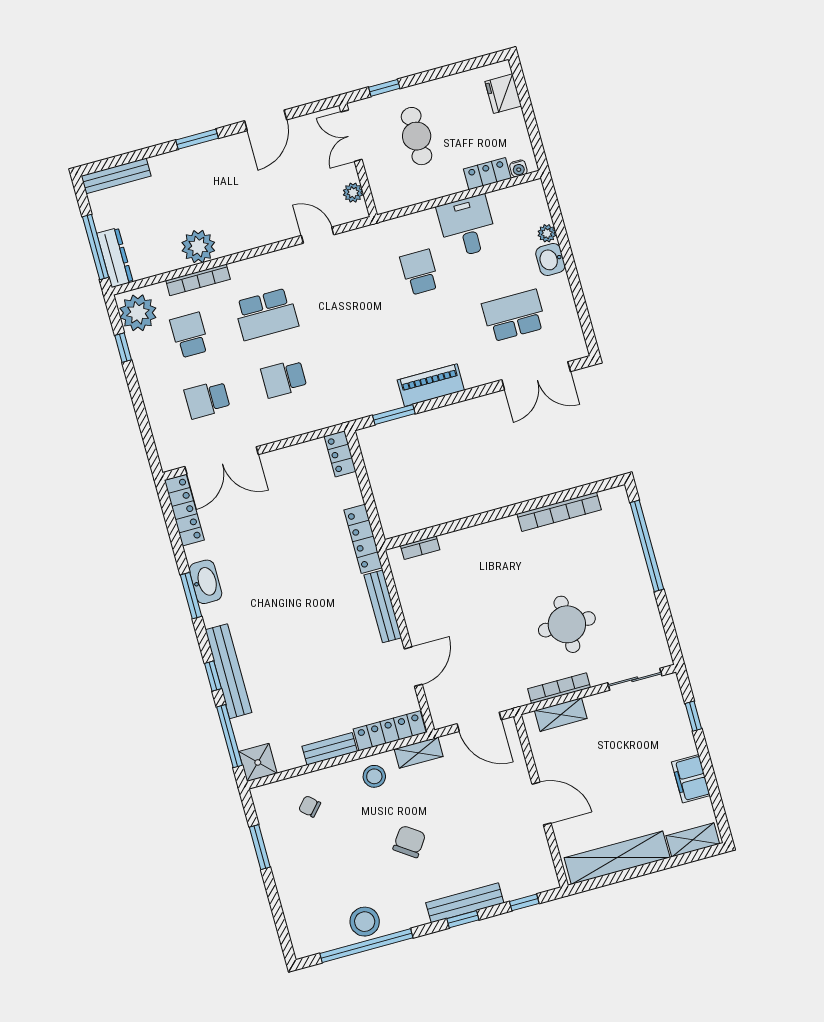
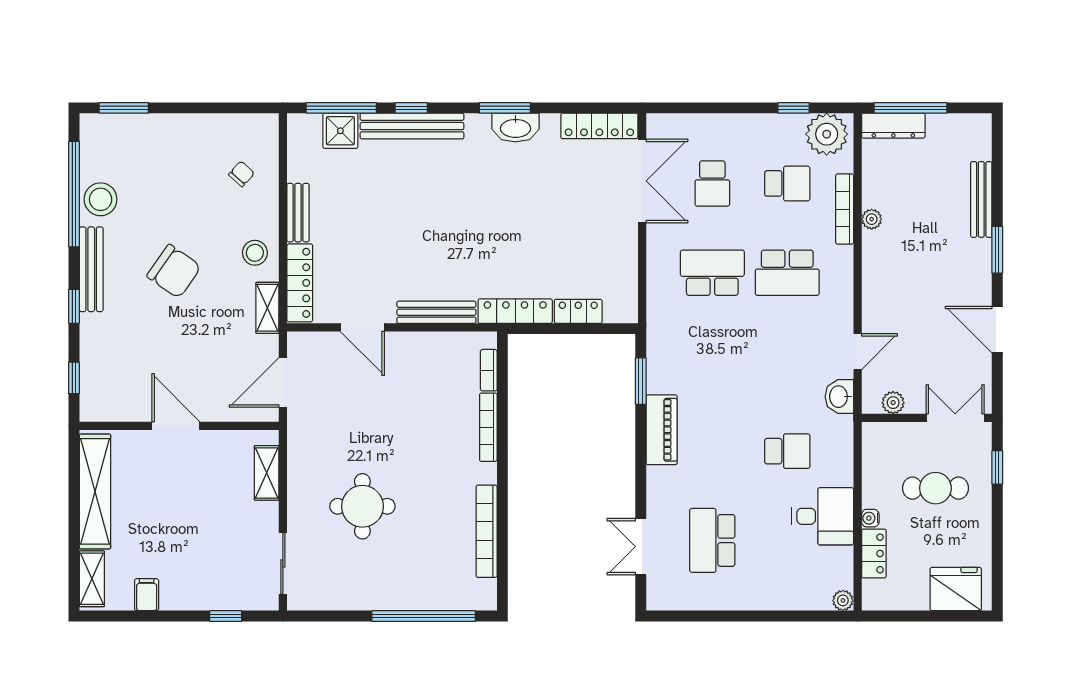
fridge: (503, 94) -> (956, 589), width x1.36, depth x1.34
water cooler: (518, 168) -> (870, 518), moved
bench: (116, 176) -> (981, 199), moved
plant: (547, 233) -> (843, 600), moved
plant: (198, 247) -> (872, 219), width x0.53, depth x0.53
washbasin: (550, 259) -> (839, 397), moved, turned -90
school desk: (266, 314) -> (787, 273), turned -90
school desk: (514, 316) -> (712, 540), turned 180
double door: (536, 376) -> (641, 547), width x0.73
school desk: (284, 379) -> (712, 273), width x1.85
school desk: (207, 399) -> (712, 183), turned 180
locker: (340, 454) -> (578, 311), moved
double door: (222, 461) -> (642, 181), swing flipped
bookcase: (559, 688) -> (488, 427), moved, turned 180
shower: (258, 762) -> (340, 131), moved
filing cabinet: (691, 779) -> (147, 595), width x0.50
door: (542, 804) -> (176, 426), swing flipped
chair: (409, 842) -> (174, 271), width x1.37, depth x1.37
window: (260, 847) -> (124, 108), moved
bench: (465, 903) -> (91, 269), moved

